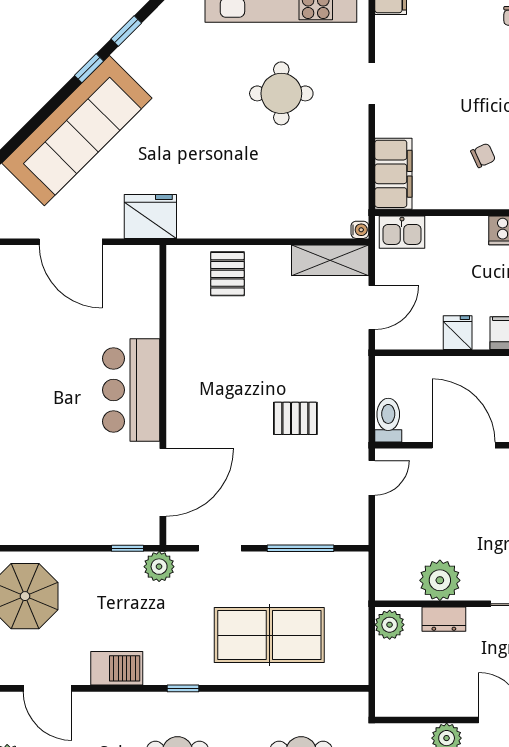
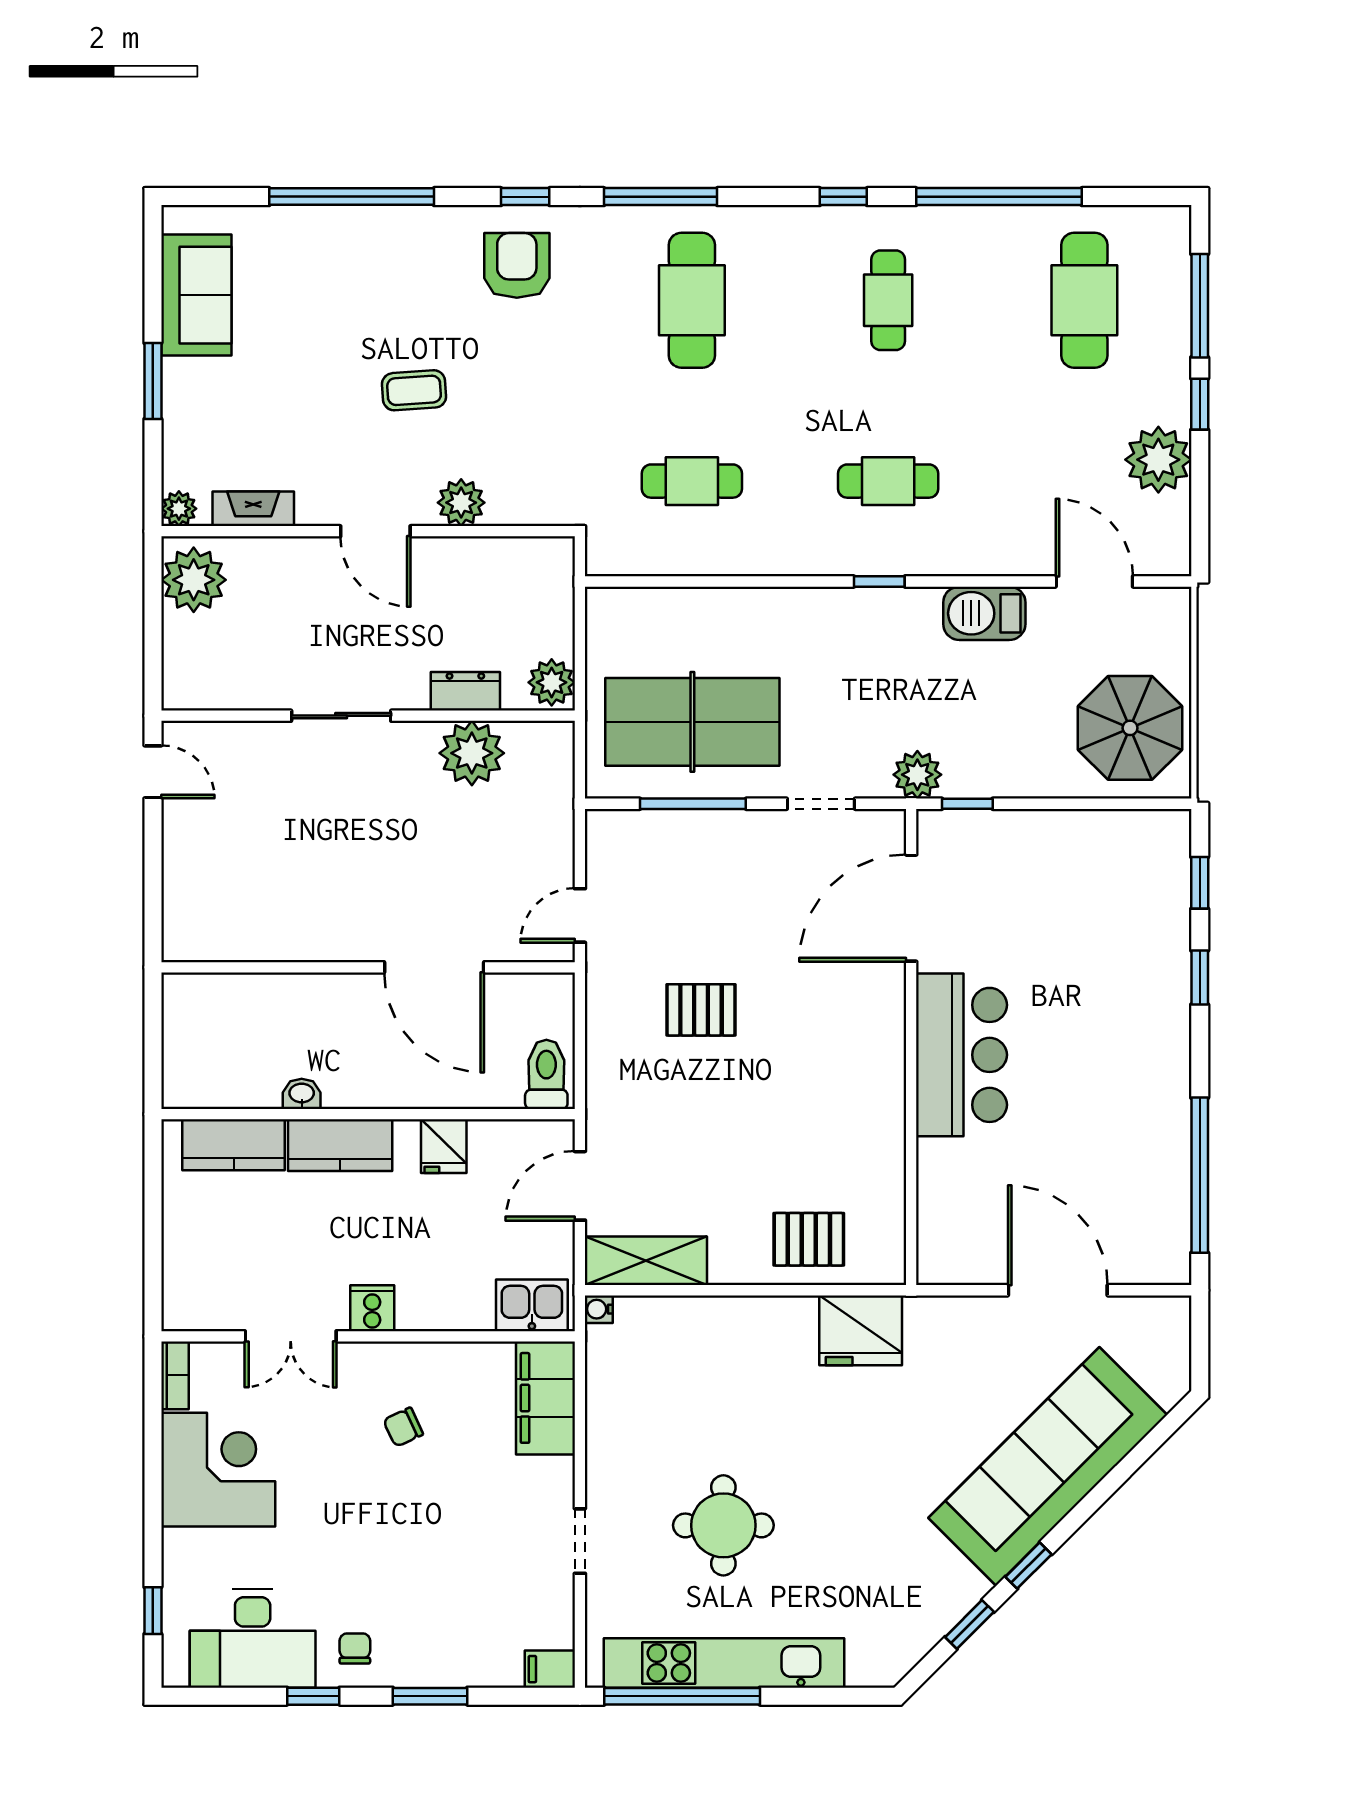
fridge: (150, 216) -> (861, 1330), moved
pallet: (227, 274) -> (809, 1239), turned 90
toilet: (388, 420) -> (546, 1074), moved, turned 180
table tennis table: (269, 635) -> (692, 722), moved

